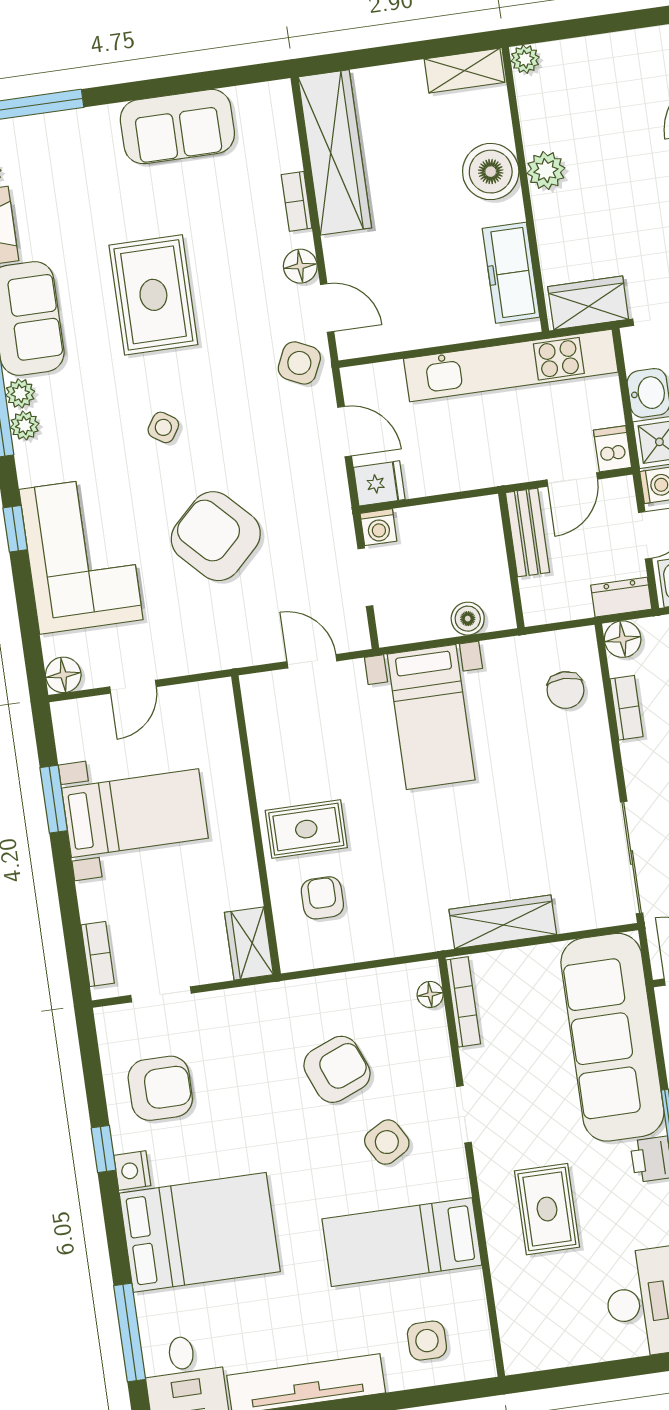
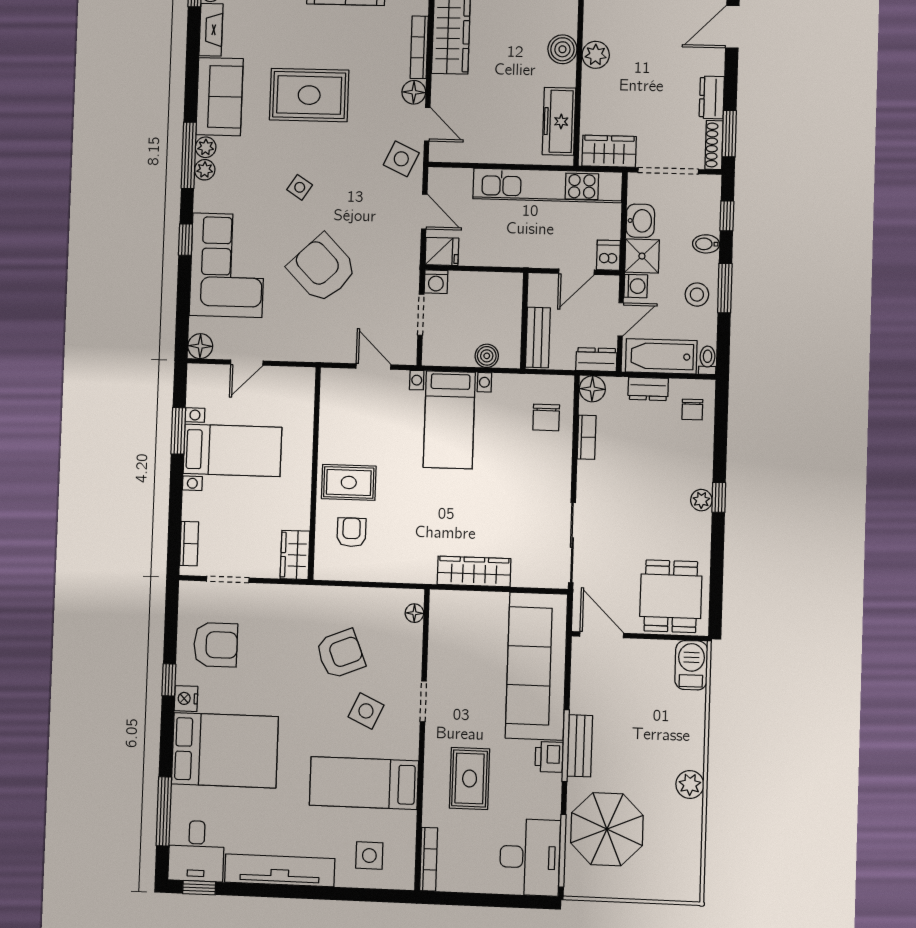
boiler: (491, 172) -> (562, 49), width x0.73, depth x0.73
bookcase: (297, 201) -> (419, 47), width x1.56
rug: (153, 295) -> (309, 95), turned 90
bench: (528, 533) -> (538, 337), moved
bookcase: (463, 1002) -> (429, 859), moved
side table: (387, 1142) -> (366, 711), turned -35

